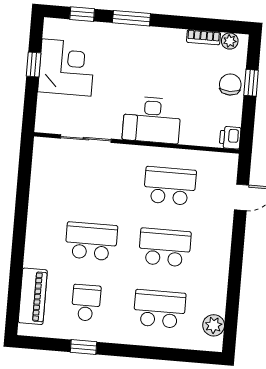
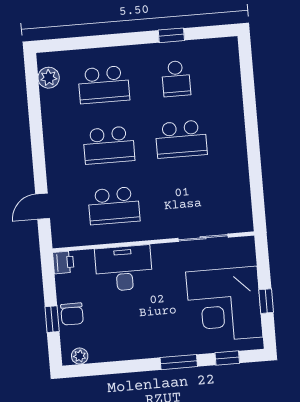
bookcase: (204, 37) -> (106, 355), removed
corner desk: (66, 67) -> (224, 304), width x1.36, depth x1.36
desk: (152, 120) -> (124, 268), moved
piano: (33, 296) -> (229, 76), removed

